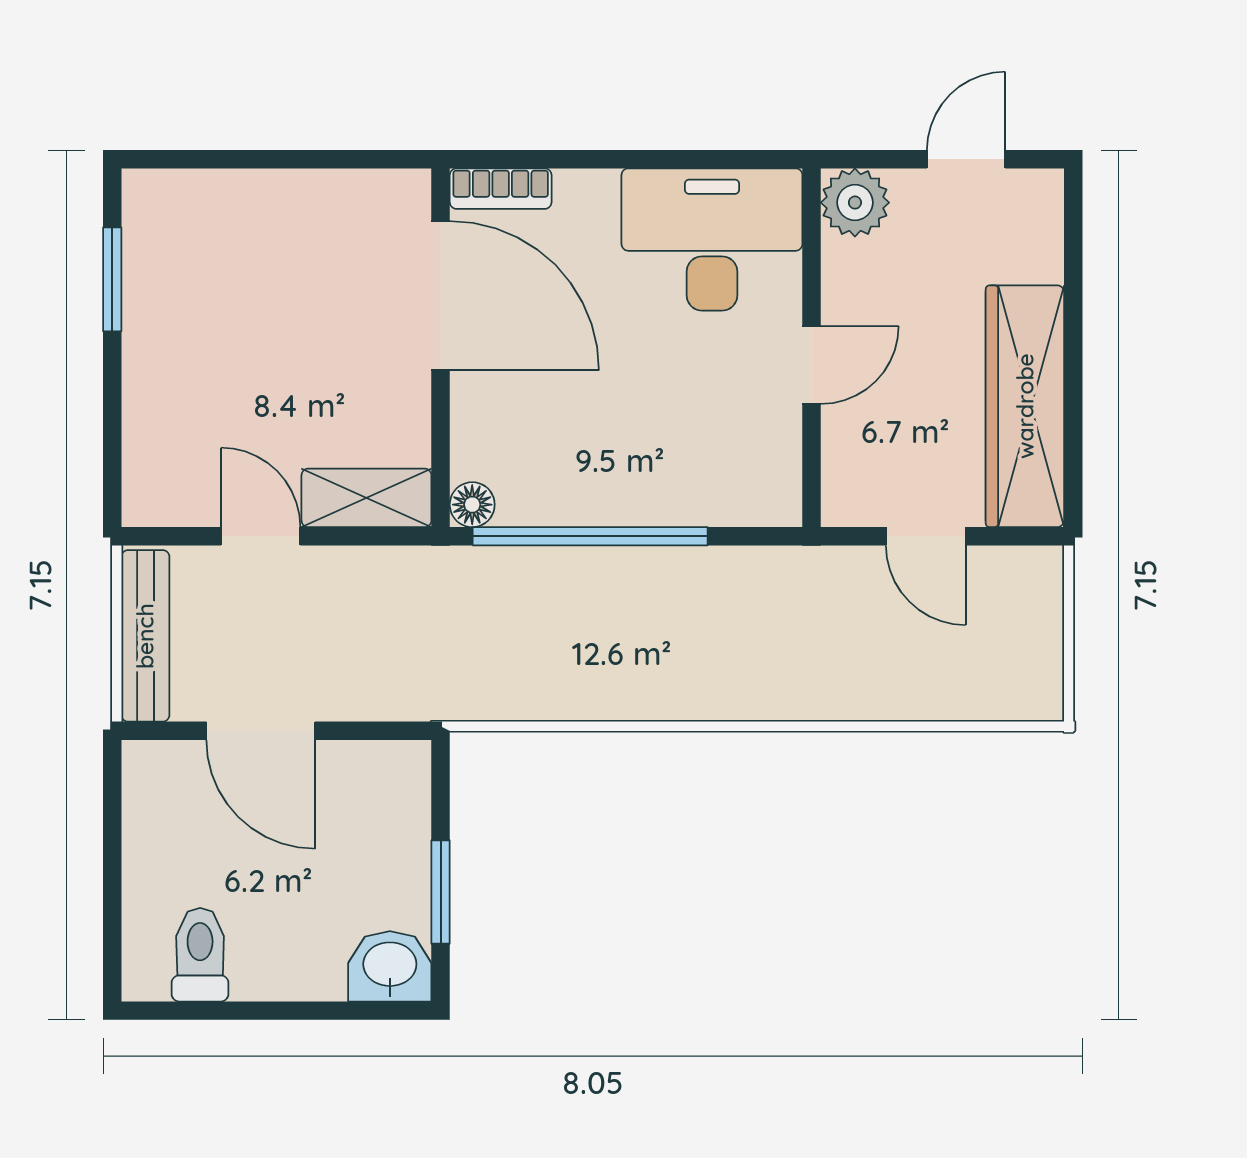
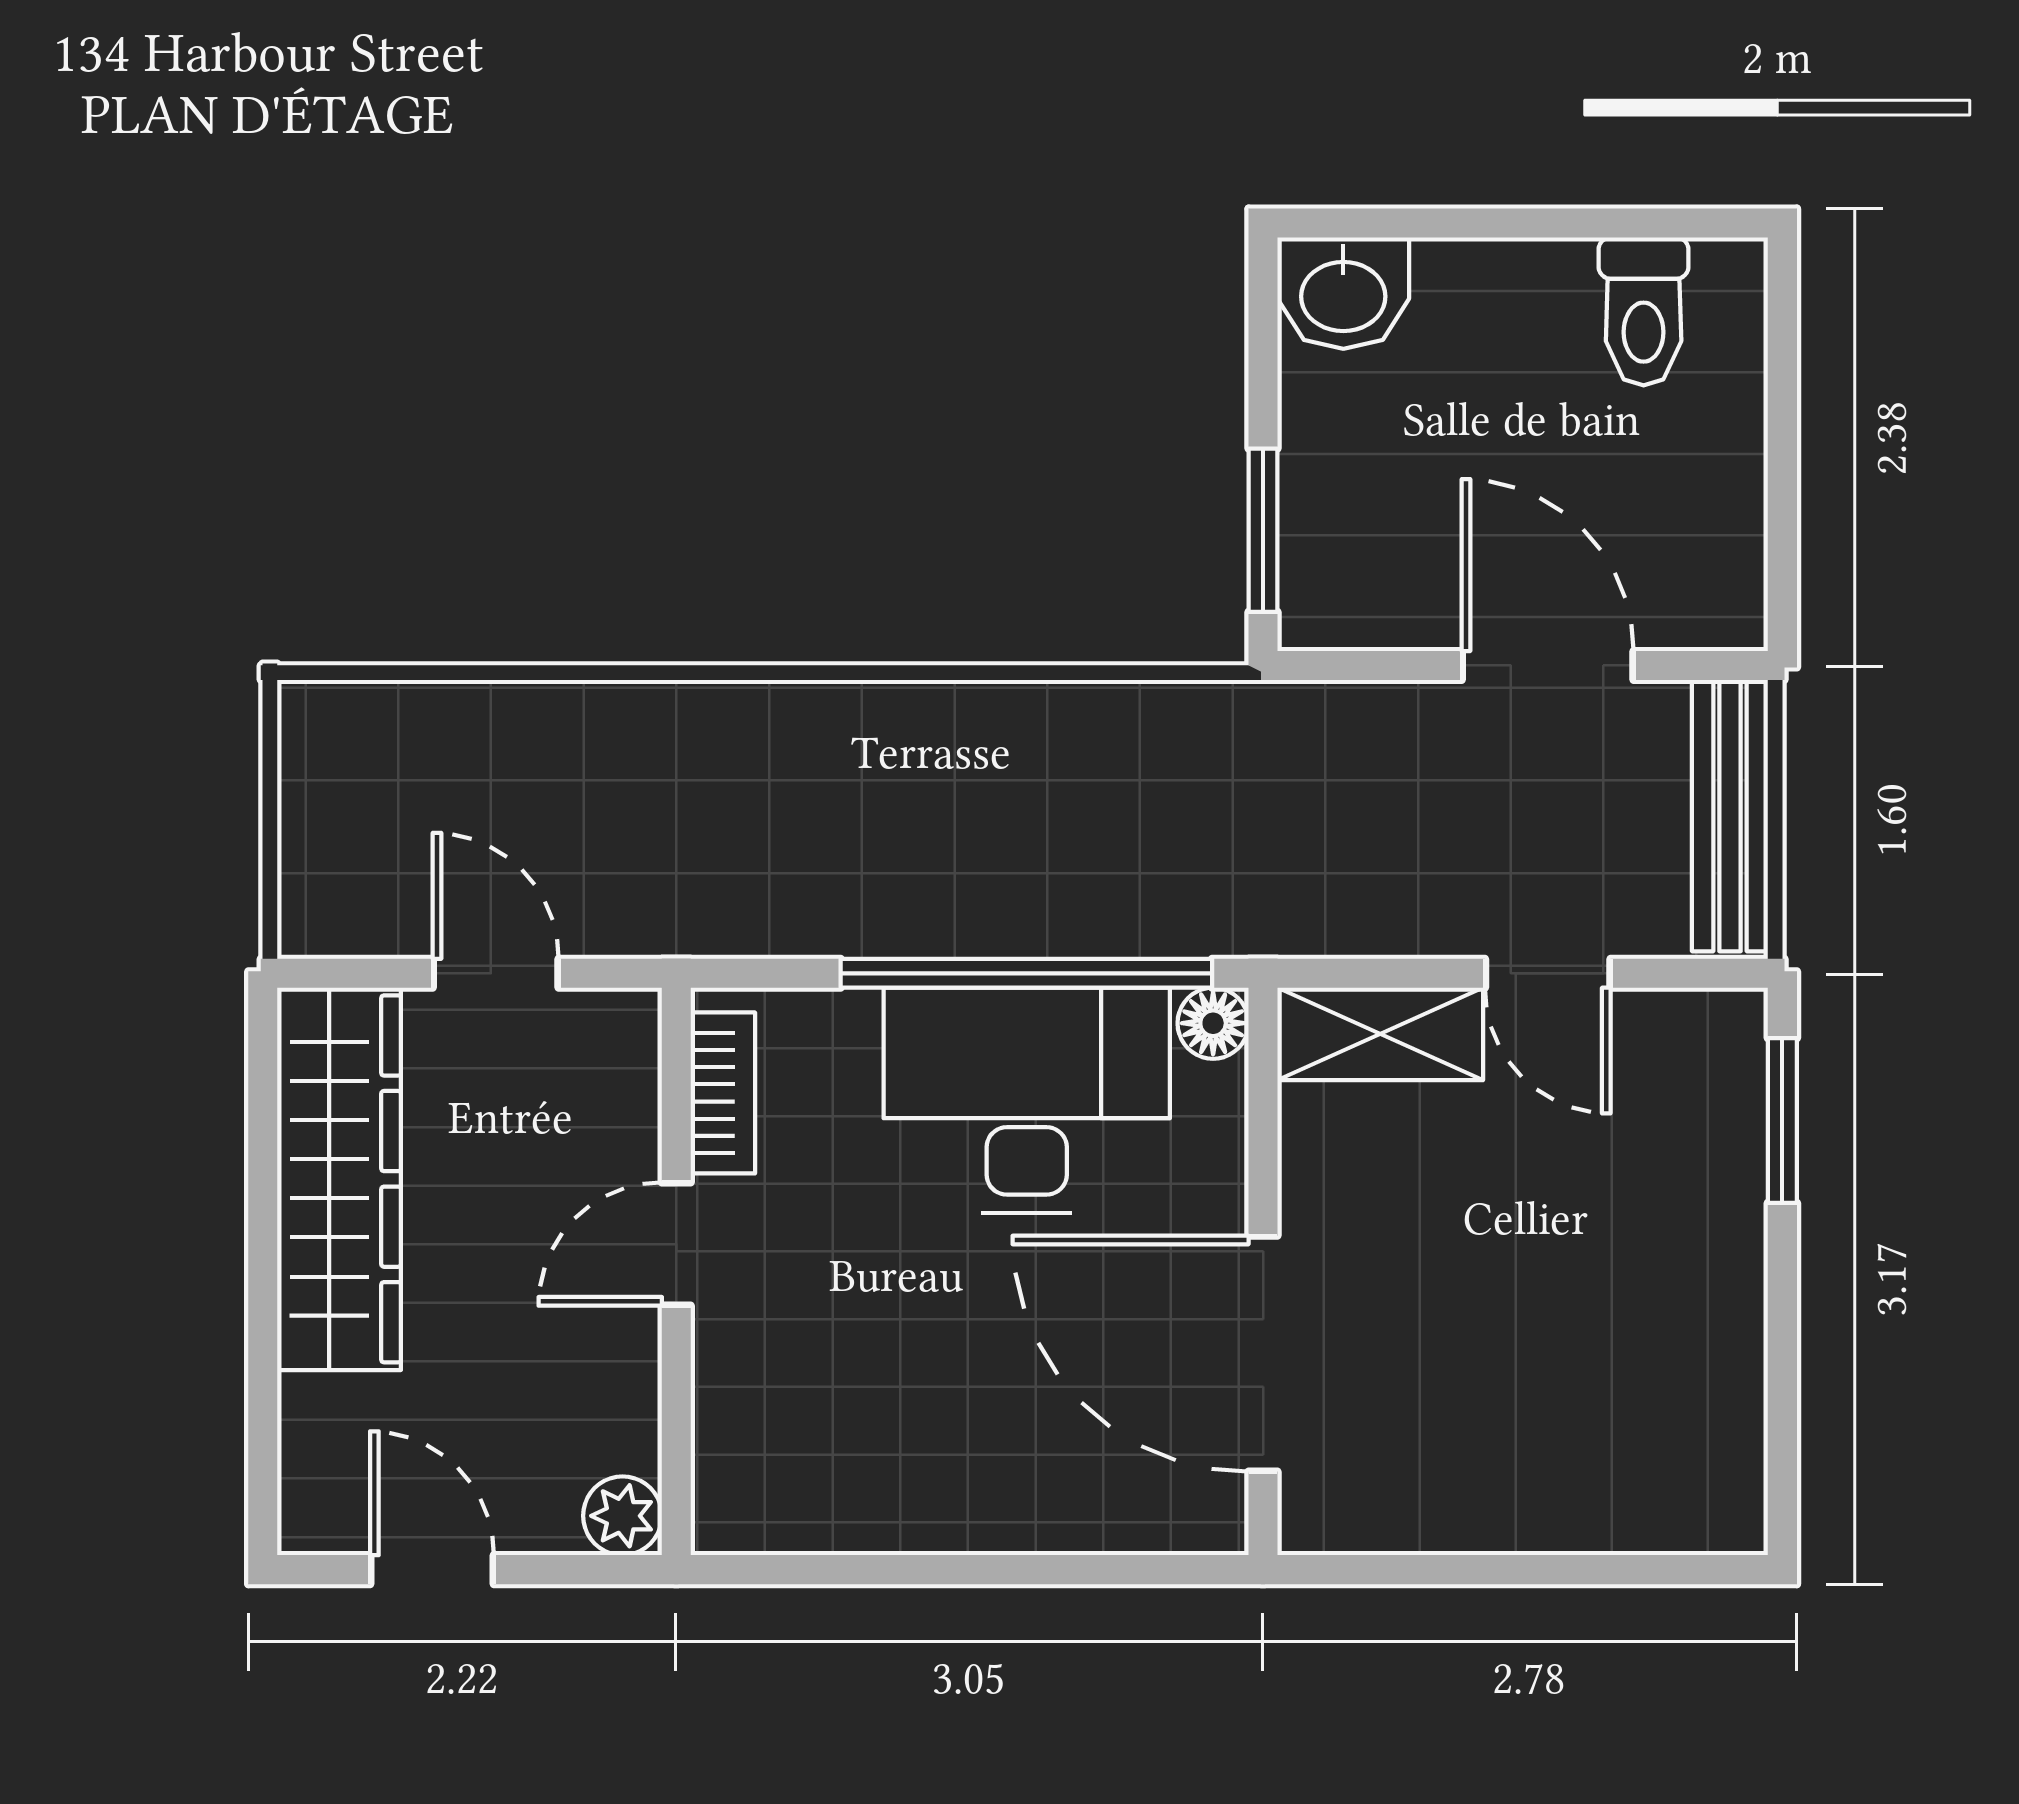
door: (966, 159) -> (432, 1570), swing flipped
bookcase: (501, 189) -> (723, 1093), moved, turned 90
plant: (855, 203) -> (622, 1516), width x0.73, depth x0.73
desk: (712, 239) -> (1027, 1100), moved, turned 180
window: (112, 279) -> (1782, 1121), moved
window: (441, 892) -> (1263, 530), moved

